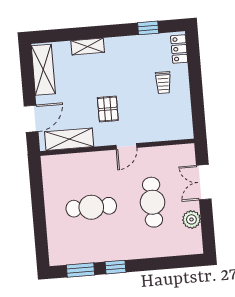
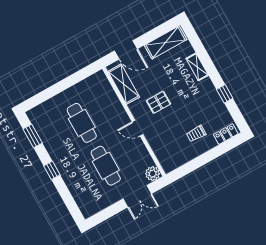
window: (148, 28) -> (225, 94), moved
double door: (204, 182) -> (137, 196), swing flipped
cafe table: (153, 202) -> (106, 166), turned 90
plant: (191, 219) -> (153, 174), moved
window: (115, 267) -> (52, 170), moved

